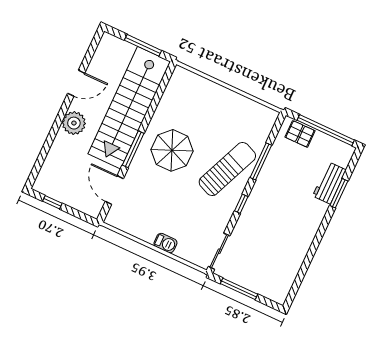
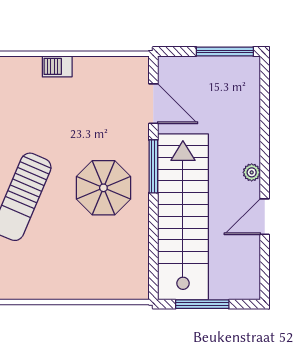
plant: (74, 123) -> (252, 172), width x0.53, depth x0.53
window: (52, 202) -> (225, 52), width x2.17

